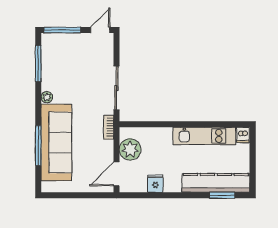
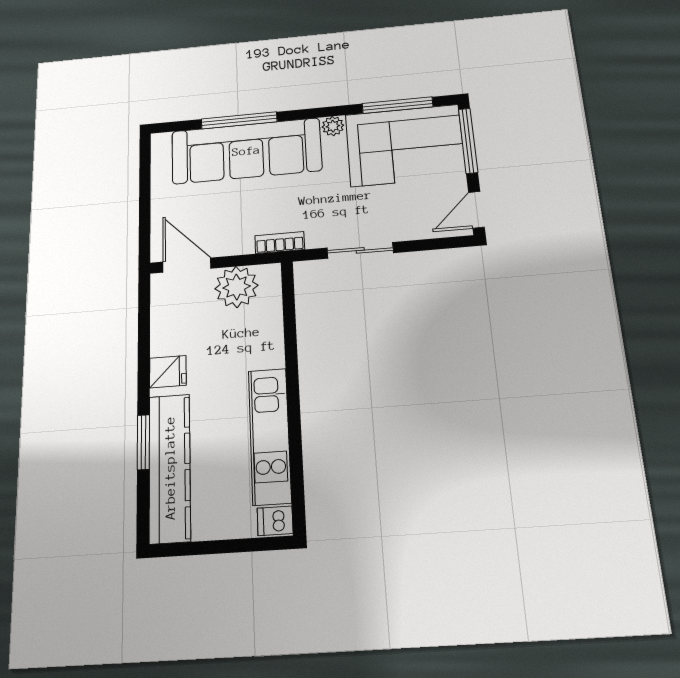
door: (100, 30) -> (476, 210), swing flipped
corner sofa: (62, 62) -> (405, 145), added
sliding door: (116, 88) -> (360, 250), width x0.73
fridge: (155, 184) -> (168, 372), moved
window: (222, 195) -> (143, 442), moved

